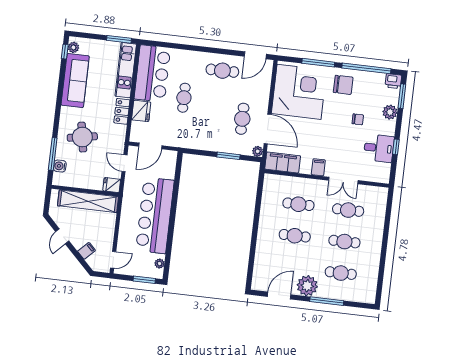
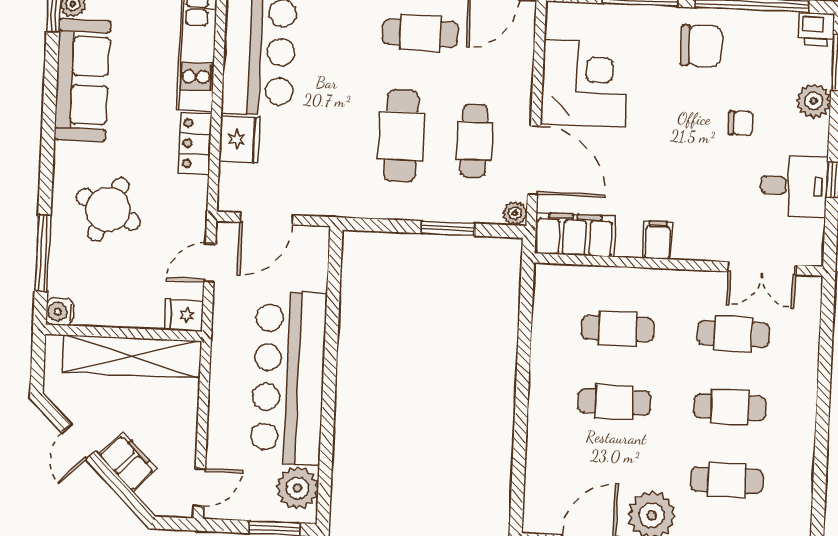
corner desk: (299, 92) -> (584, 84), width x0.74, depth x0.74
cafe table: (184, 98) -> (401, 136), moved, width x1.37, depth x1.35
round table: (82, 137) -> (108, 209), turned 35
door: (124, 163) -> (210, 263), hinge flipped
water cooler: (60, 166) -> (60, 312), moved
double door: (343, 180) -> (762, 268), moved
filing cabinet: (86, 251) -> (128, 462), width x2.00
plant: (160, 264) -> (297, 488), width x1.88, depth x1.88

